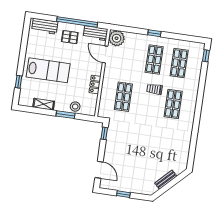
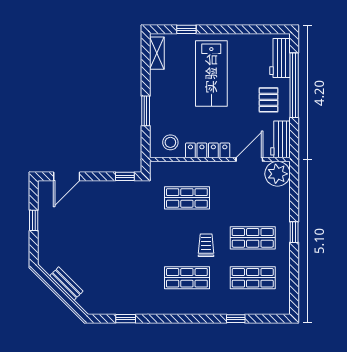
window: (77, 22) -> (294, 85), moved
window: (206, 56) -> (236, 319), moved
locker: (95, 84) -> (208, 150), width x1.53
shelving: (44, 104) -> (157, 53), moved
stool: (75, 107) -> (170, 142), moved
window: (193, 146) -> (126, 319), added

